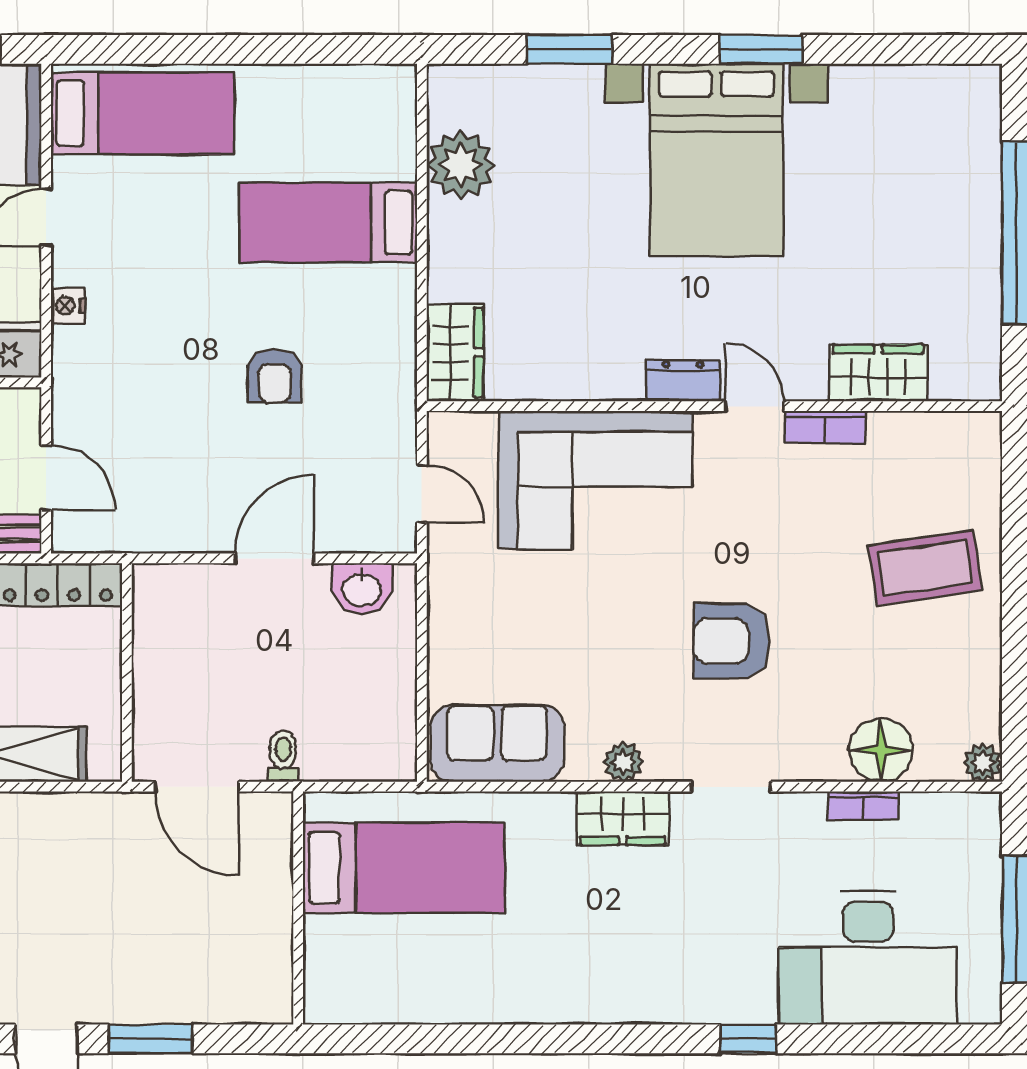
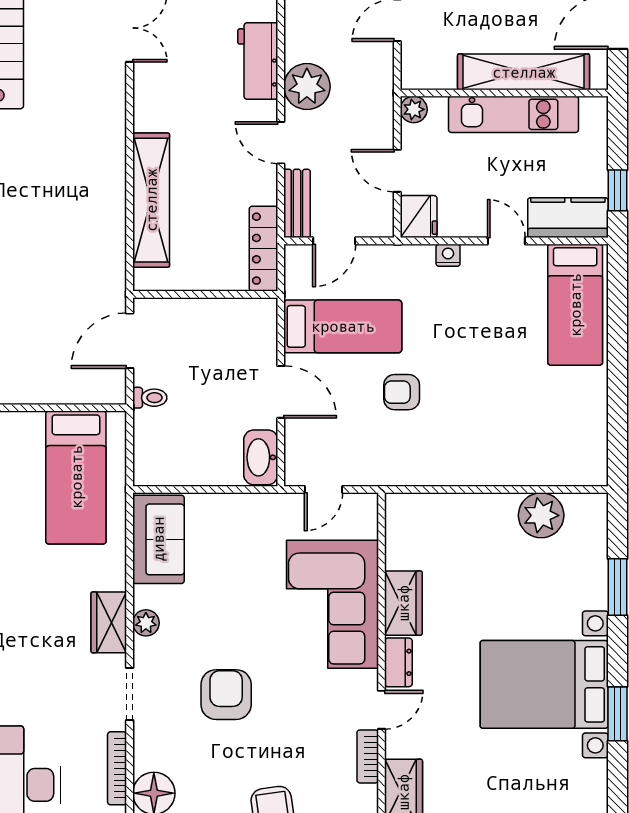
bed: (328, 223) -> (343, 326), moved, turned 90
wardrobe: (455, 353) -> (403, 603), moved, turned -90
washbasin: (362, 589) -> (261, 457), width x1.38
bookcase: (863, 806) -> (117, 768), width x1.56

